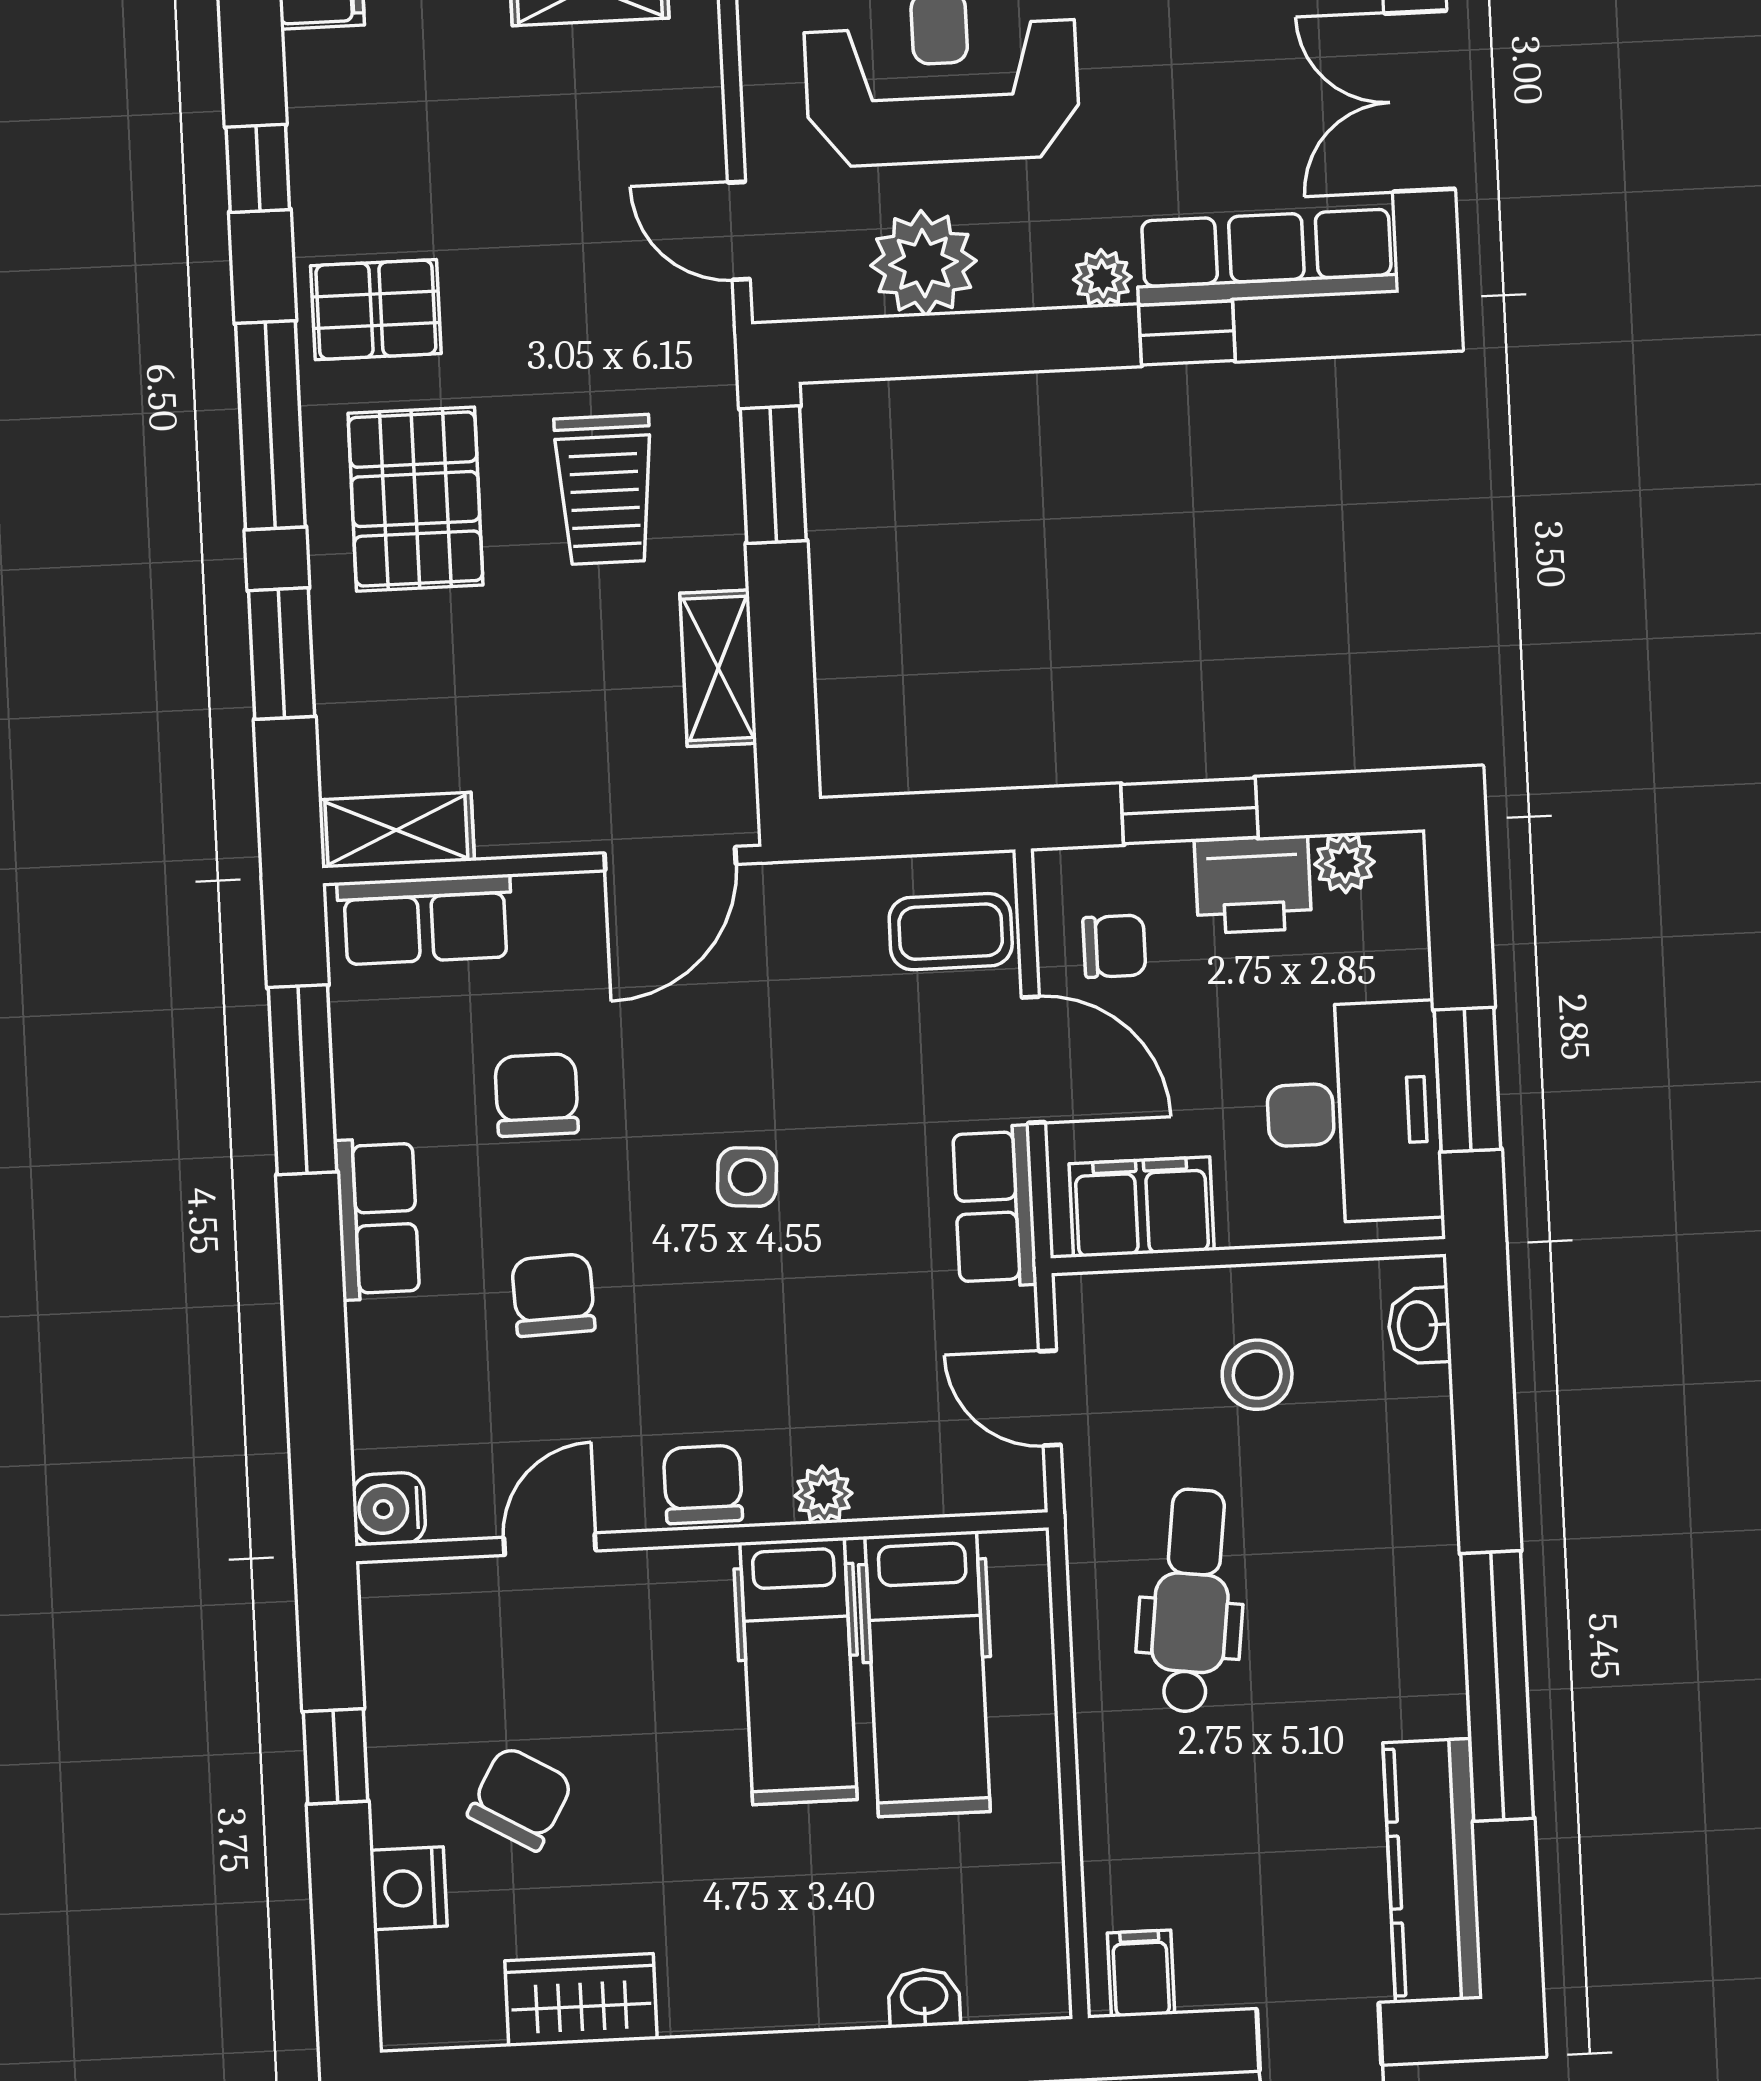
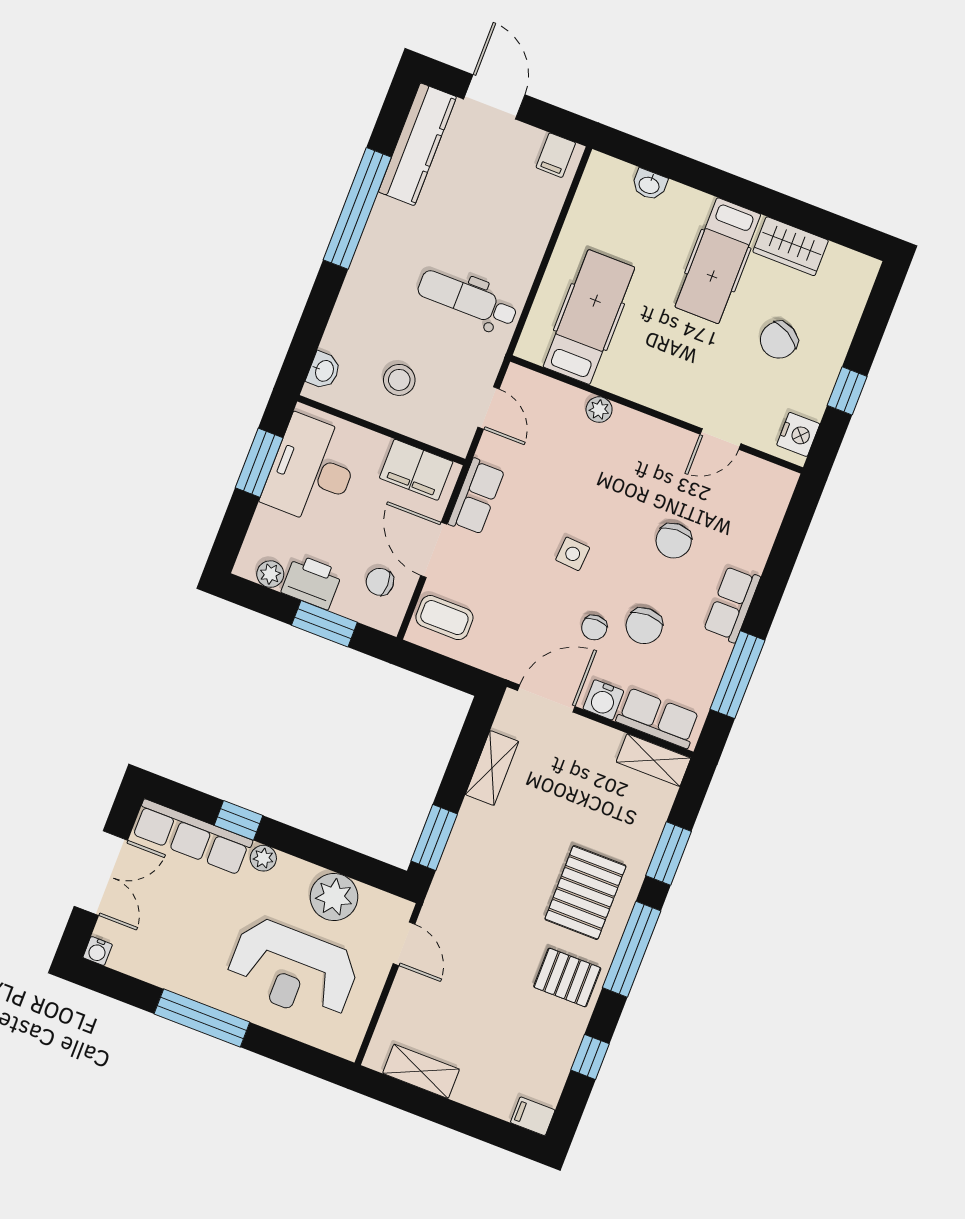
trolley: (605, 490) -> (506, 862), removed
chair: (703, 1484) -> (594, 628), moved, width x0.73, depth x0.73
water cooler: (389, 1509) -> (603, 700), moved, turned 90
dental chair: (1191, 1601) -> (467, 299), turned 83
hospital bed: (798, 1671) -> (718, 261), moved, turned 180
nightstand: (409, 1888) -> (798, 434), moved

